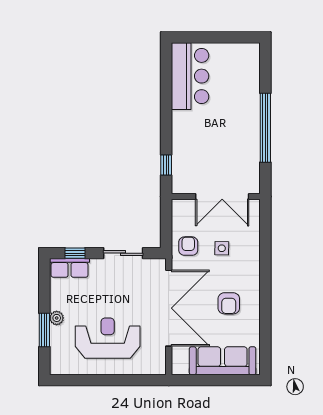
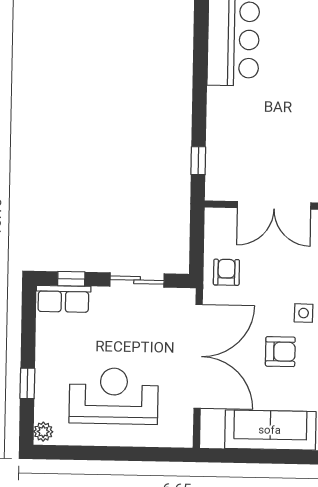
side table: (222, 248) -> (304, 313), moved
armchair: (229, 303) -> (280, 352), turned -90
plant: (57, 318) -> (43, 432), moved
window: (44, 330) -> (27, 383), width x0.67

